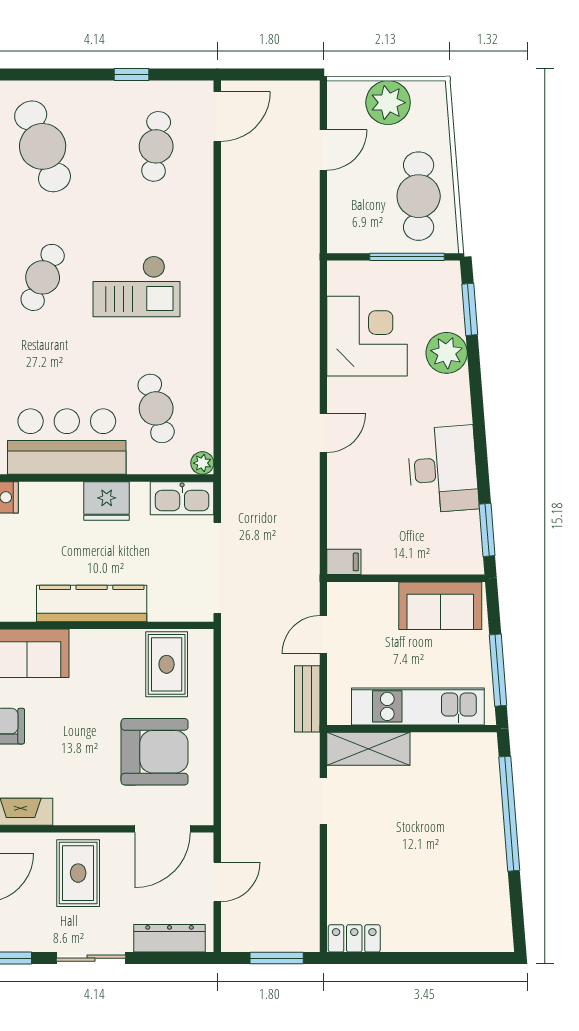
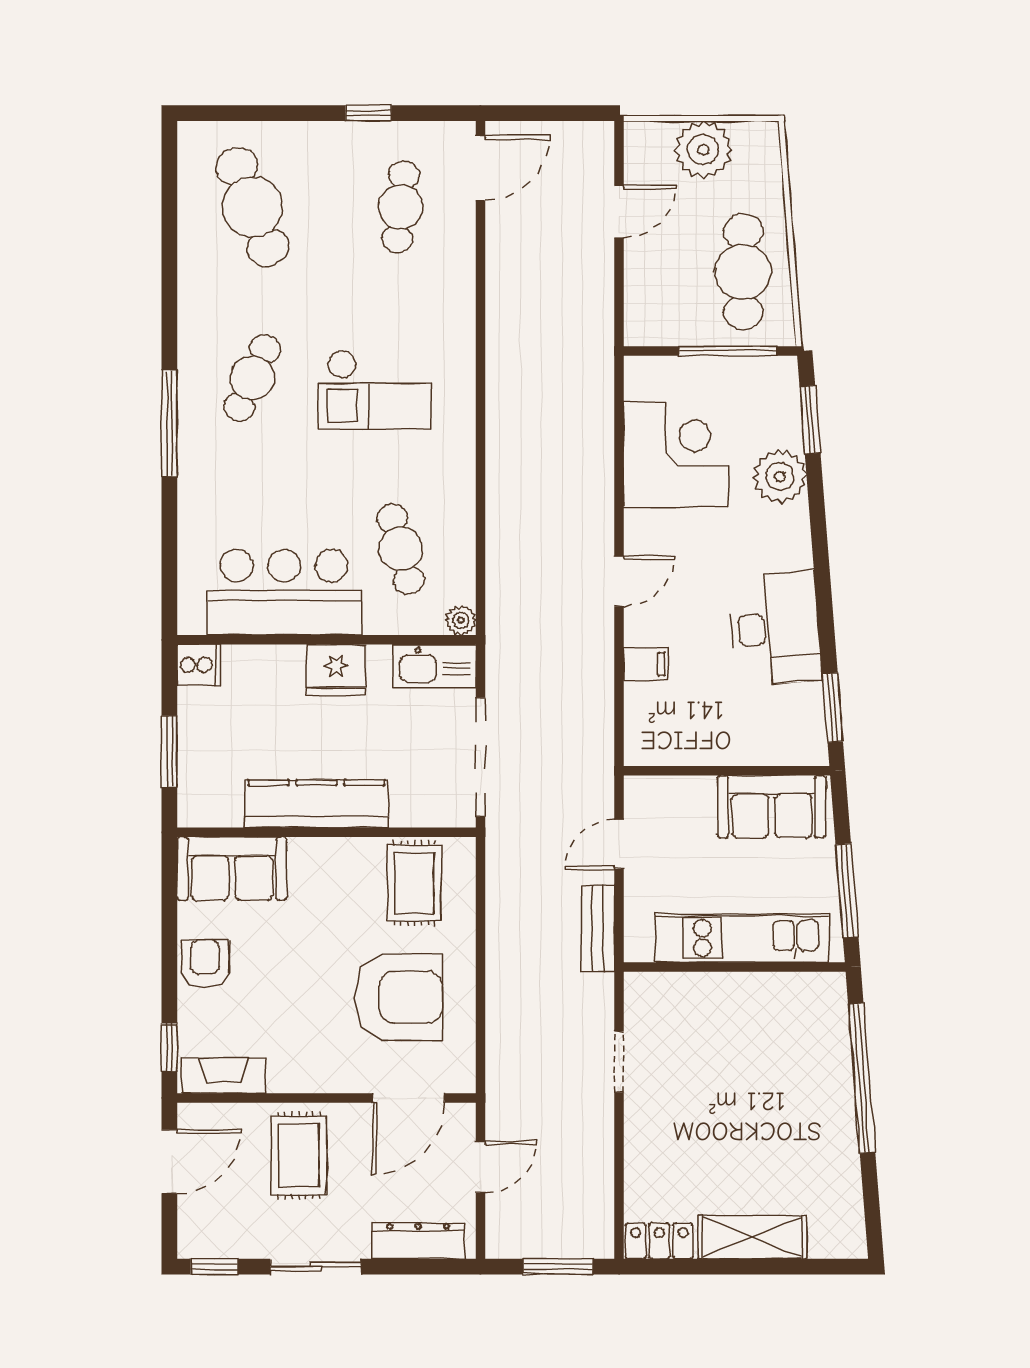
filing cabinet: (344, 562) -> (646, 664), moved
shelving: (368, 749) -> (752, 1237), moved

